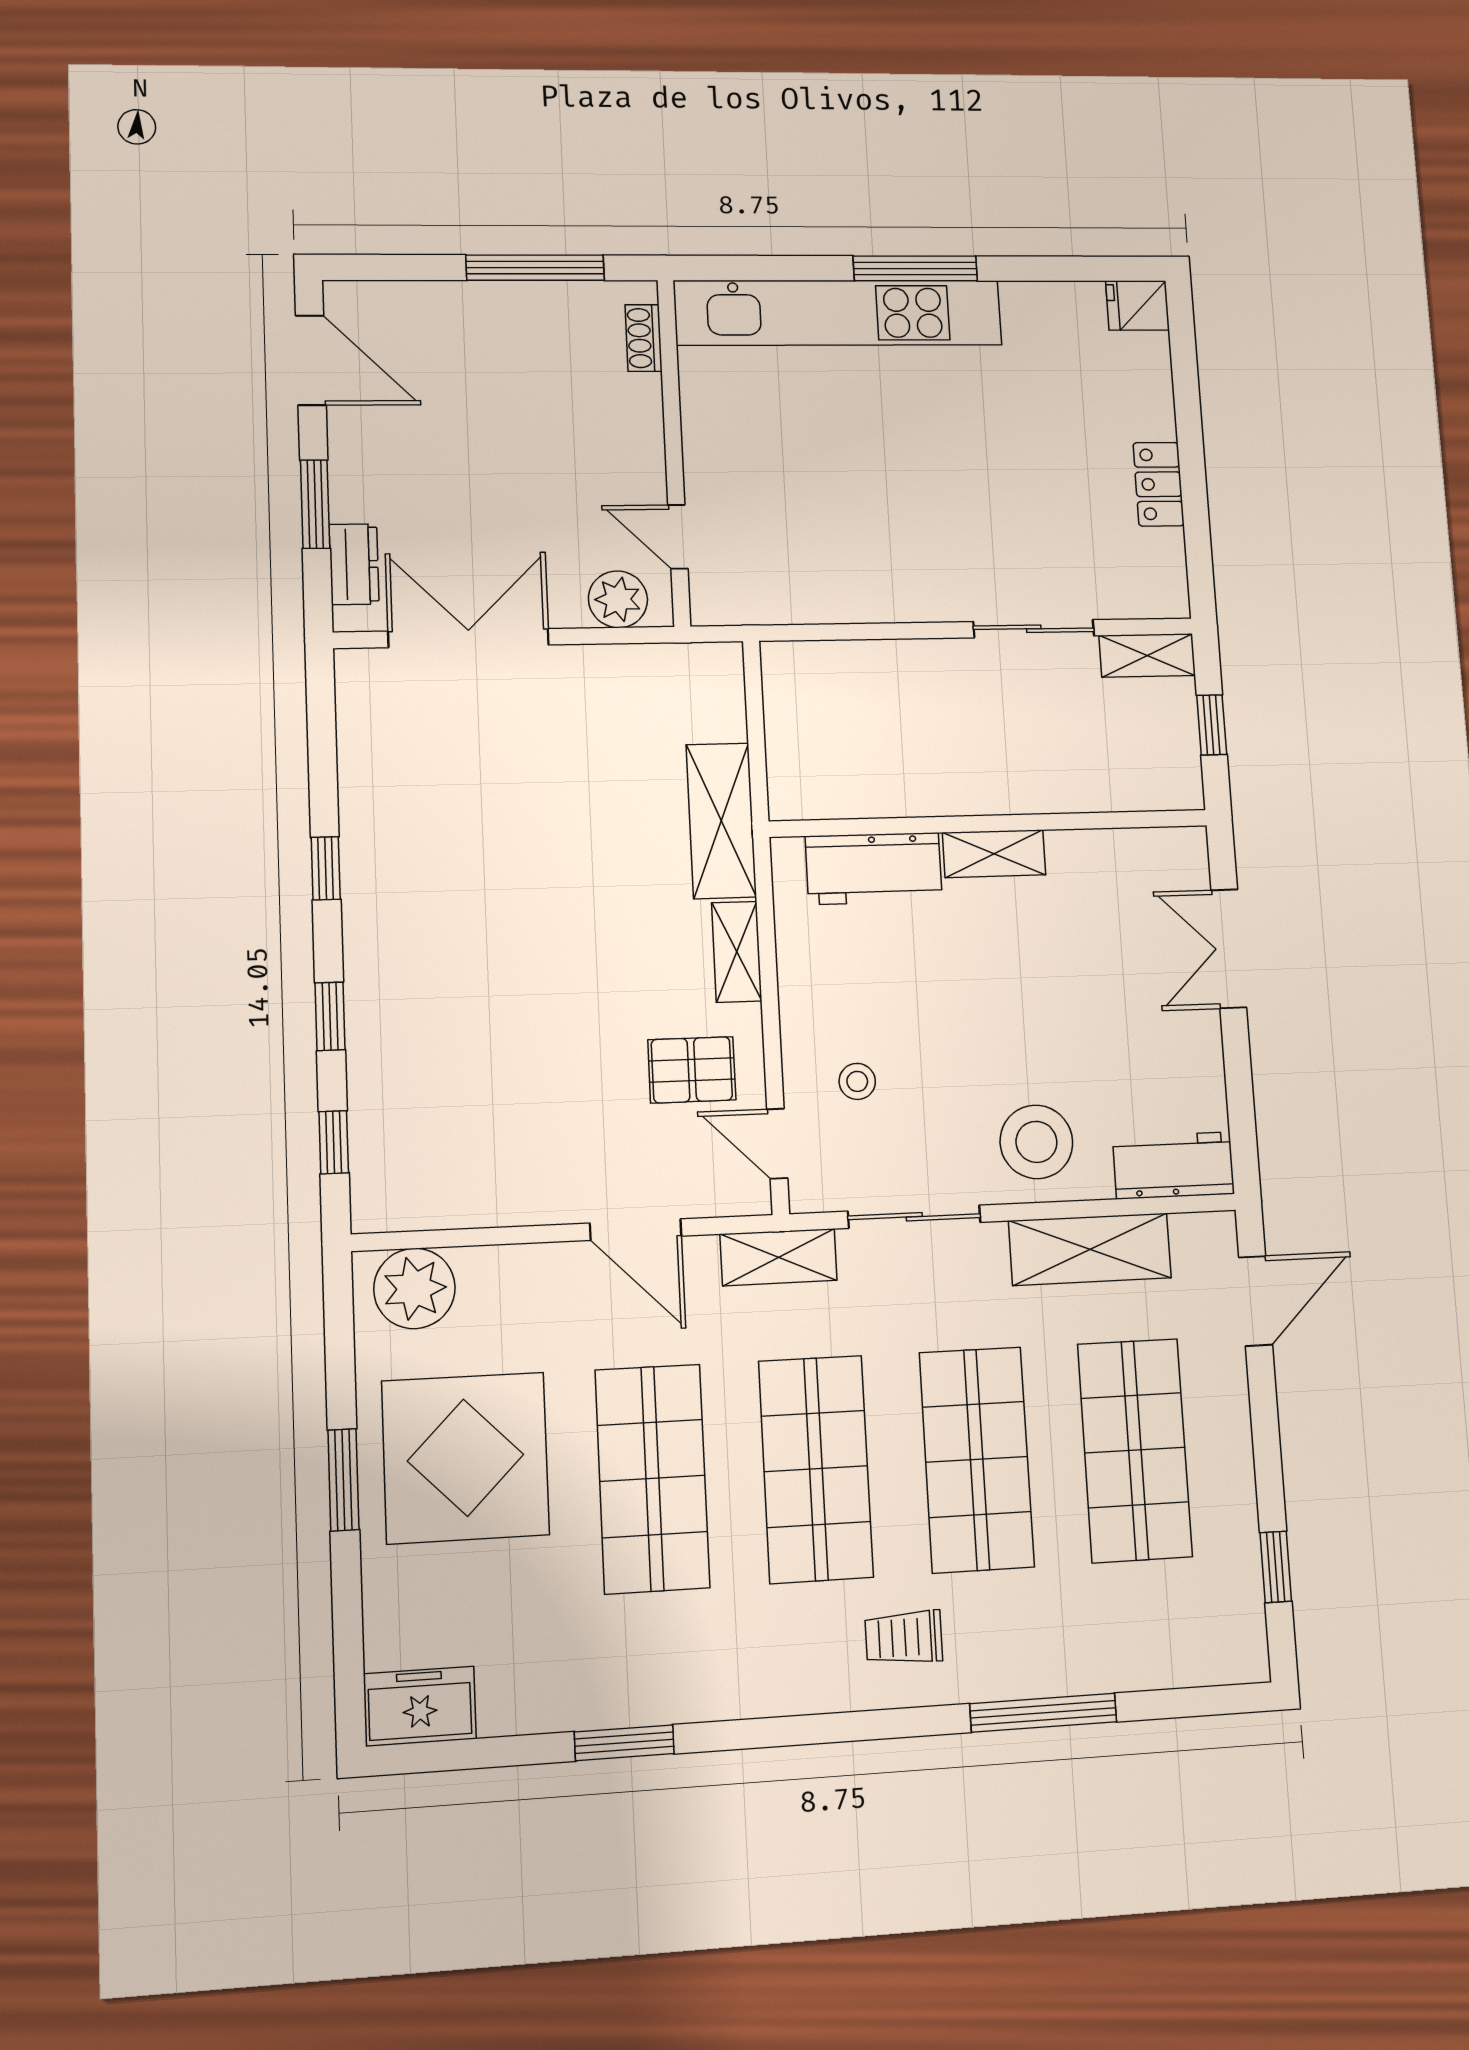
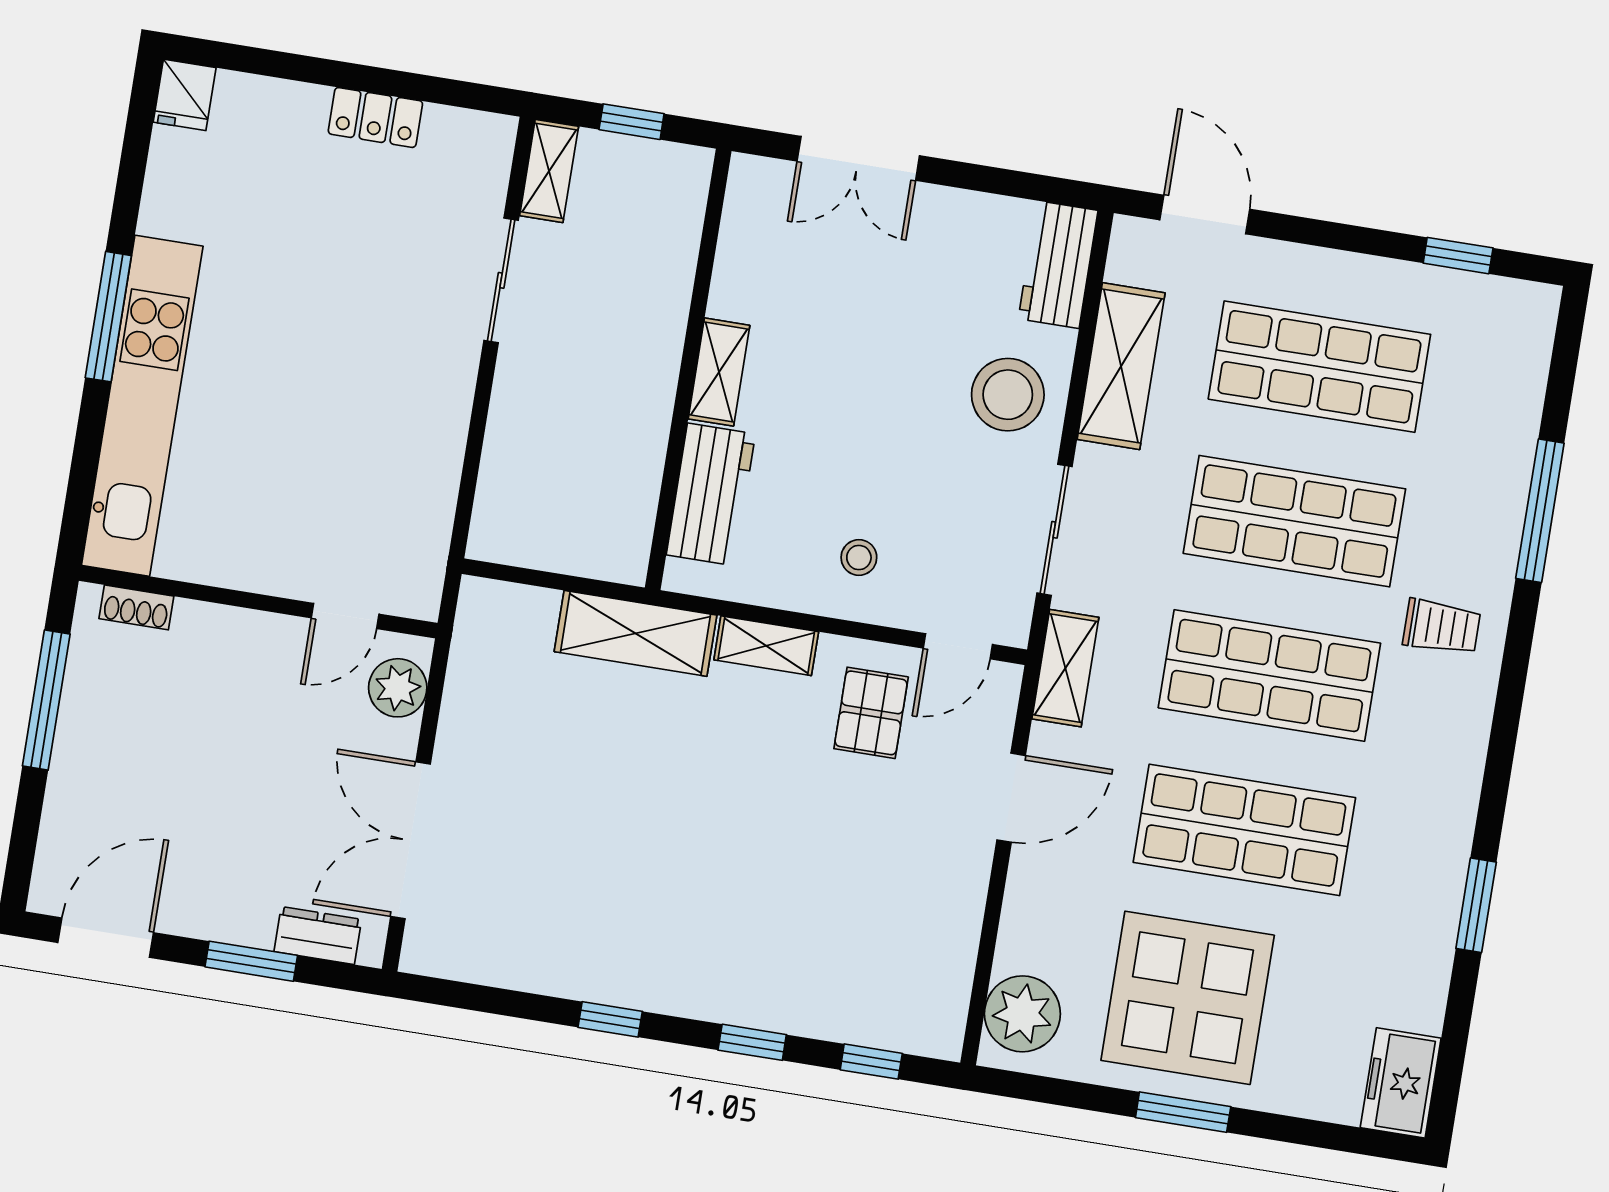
stool: (857, 1081) -> (859, 558), moved
trolley: (904, 1638) -> (1442, 627), turned -90

